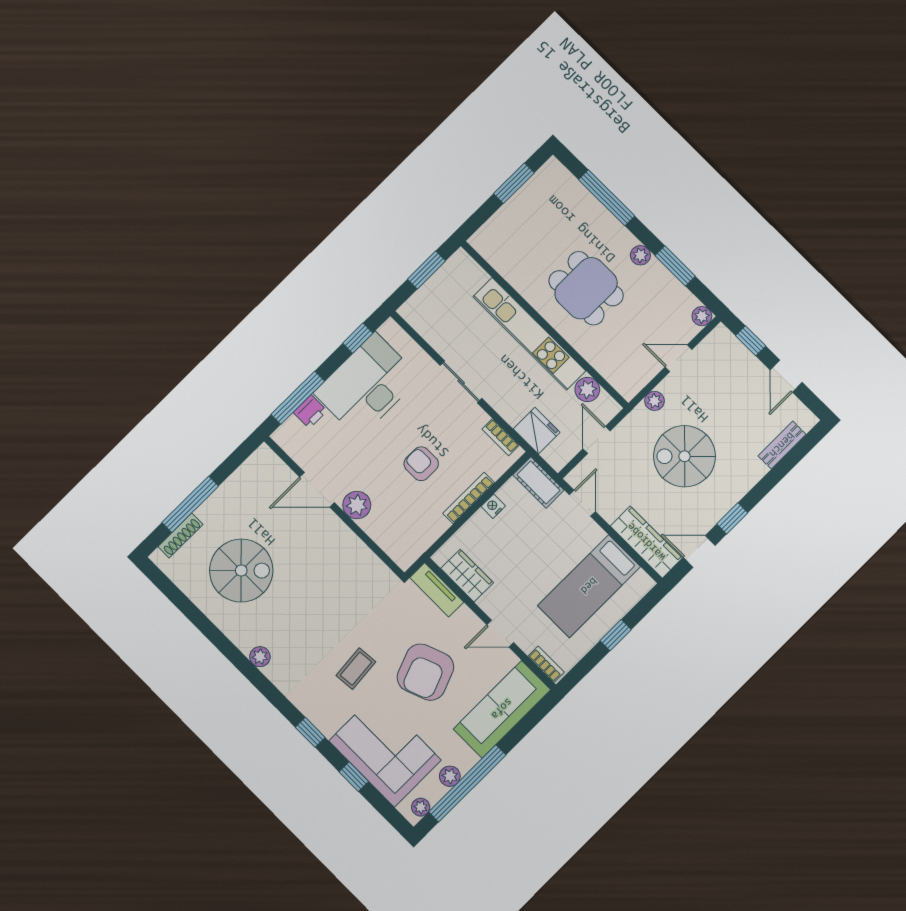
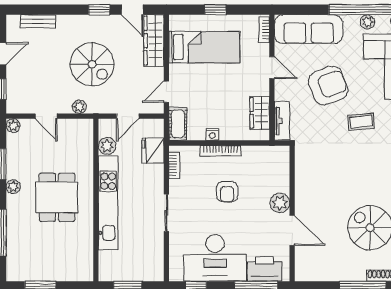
printer: (310, 412) -> (265, 269), width x1.87, depth x1.48

